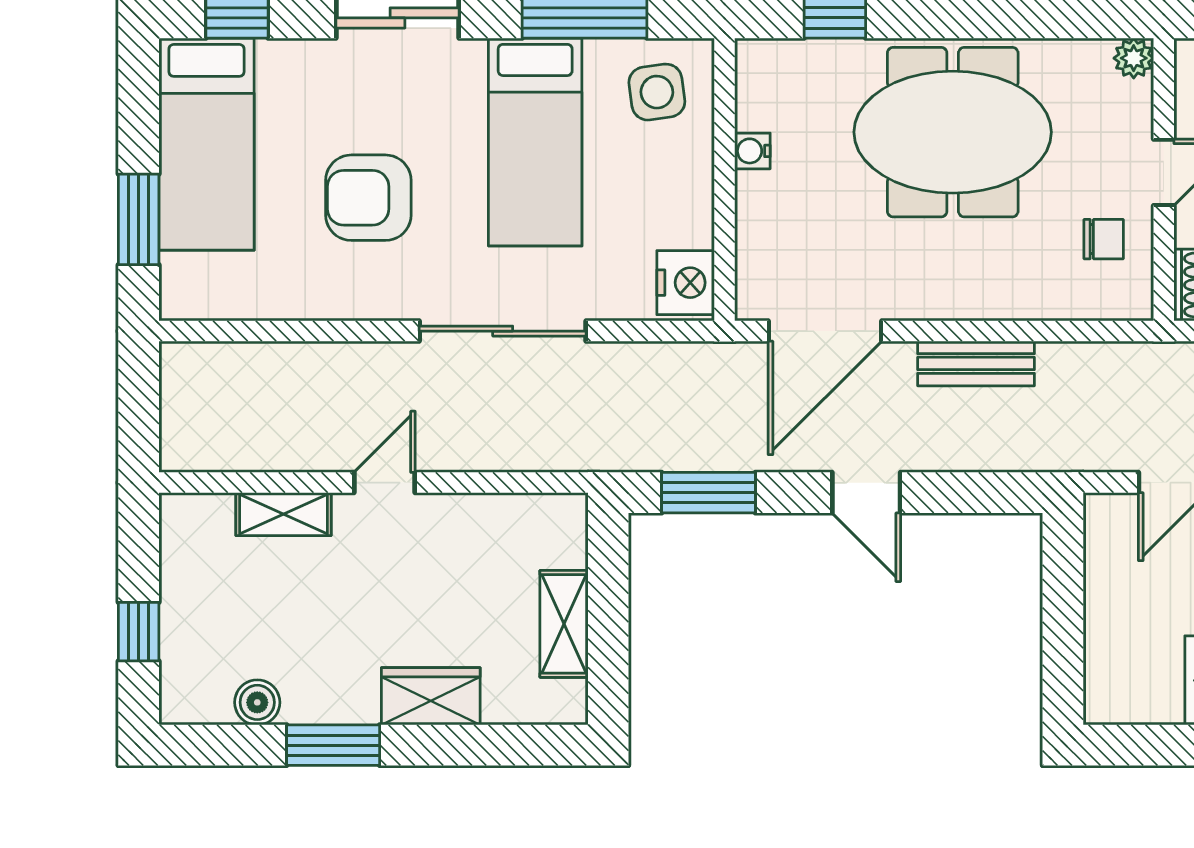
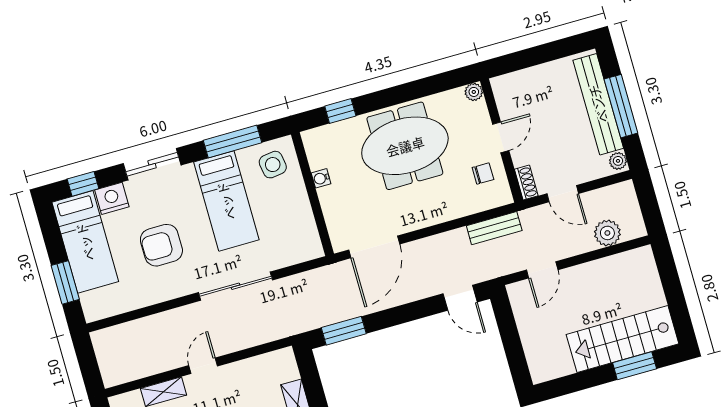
nightstand: (686, 283) -> (112, 198), moved, turned -90
bench: (976, 363) -> (494, 228), moved
door: (866, 493) -> (460, 298), moved

